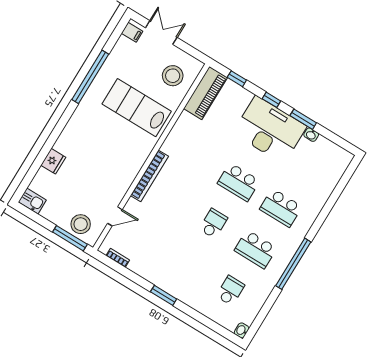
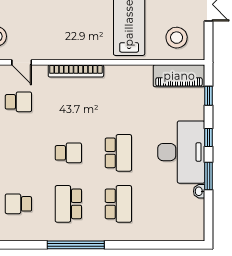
school desk: (239, 182) -> (118, 153), turned 180
school desk: (281, 208) -> (118, 204), turned 180
school desk: (146, 239) -> (18, 102), added
school desk: (230, 291) -> (18, 204), turned 180

